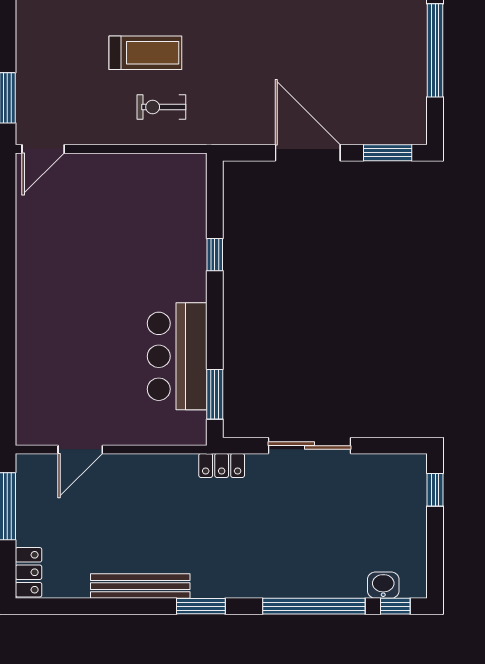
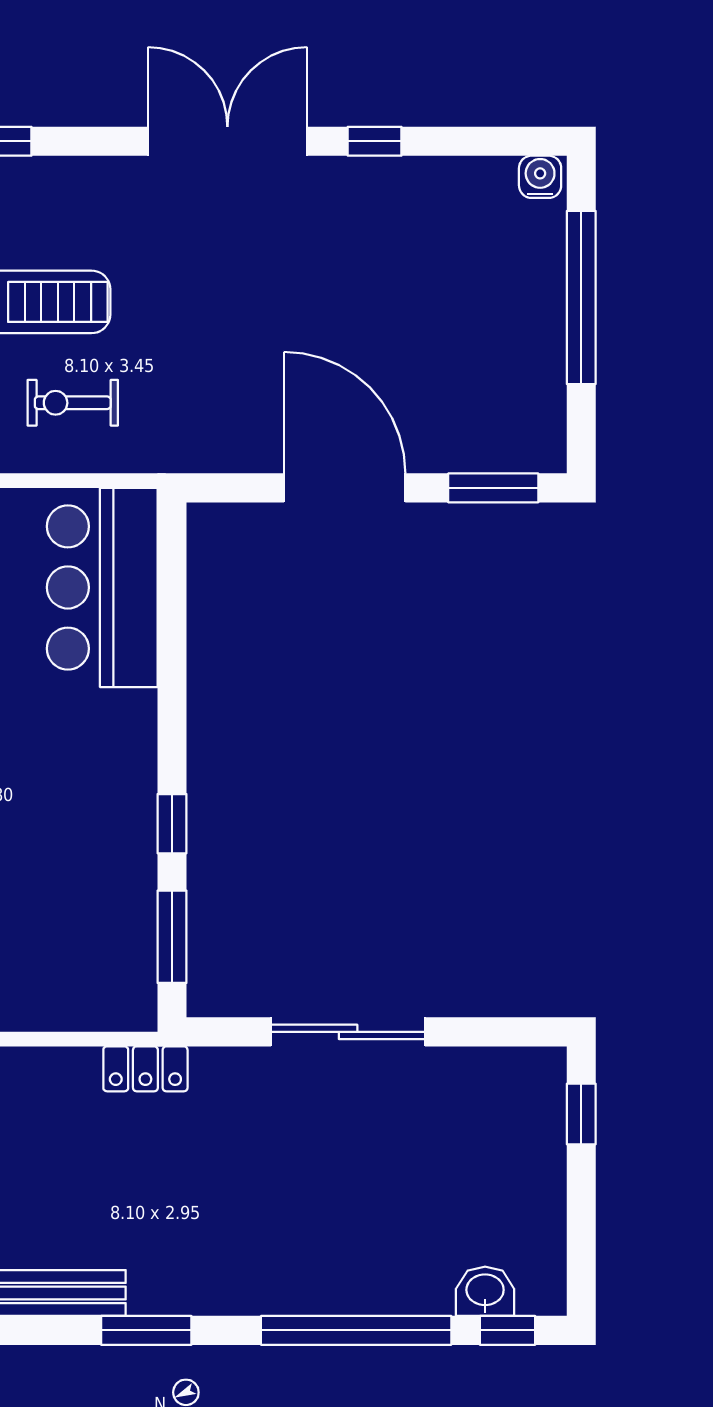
window: (215, 255) -> (172, 824), moved
bar counter: (177, 356) -> (102, 587), moved
locker: (222, 465) -> (145, 1069), moved

